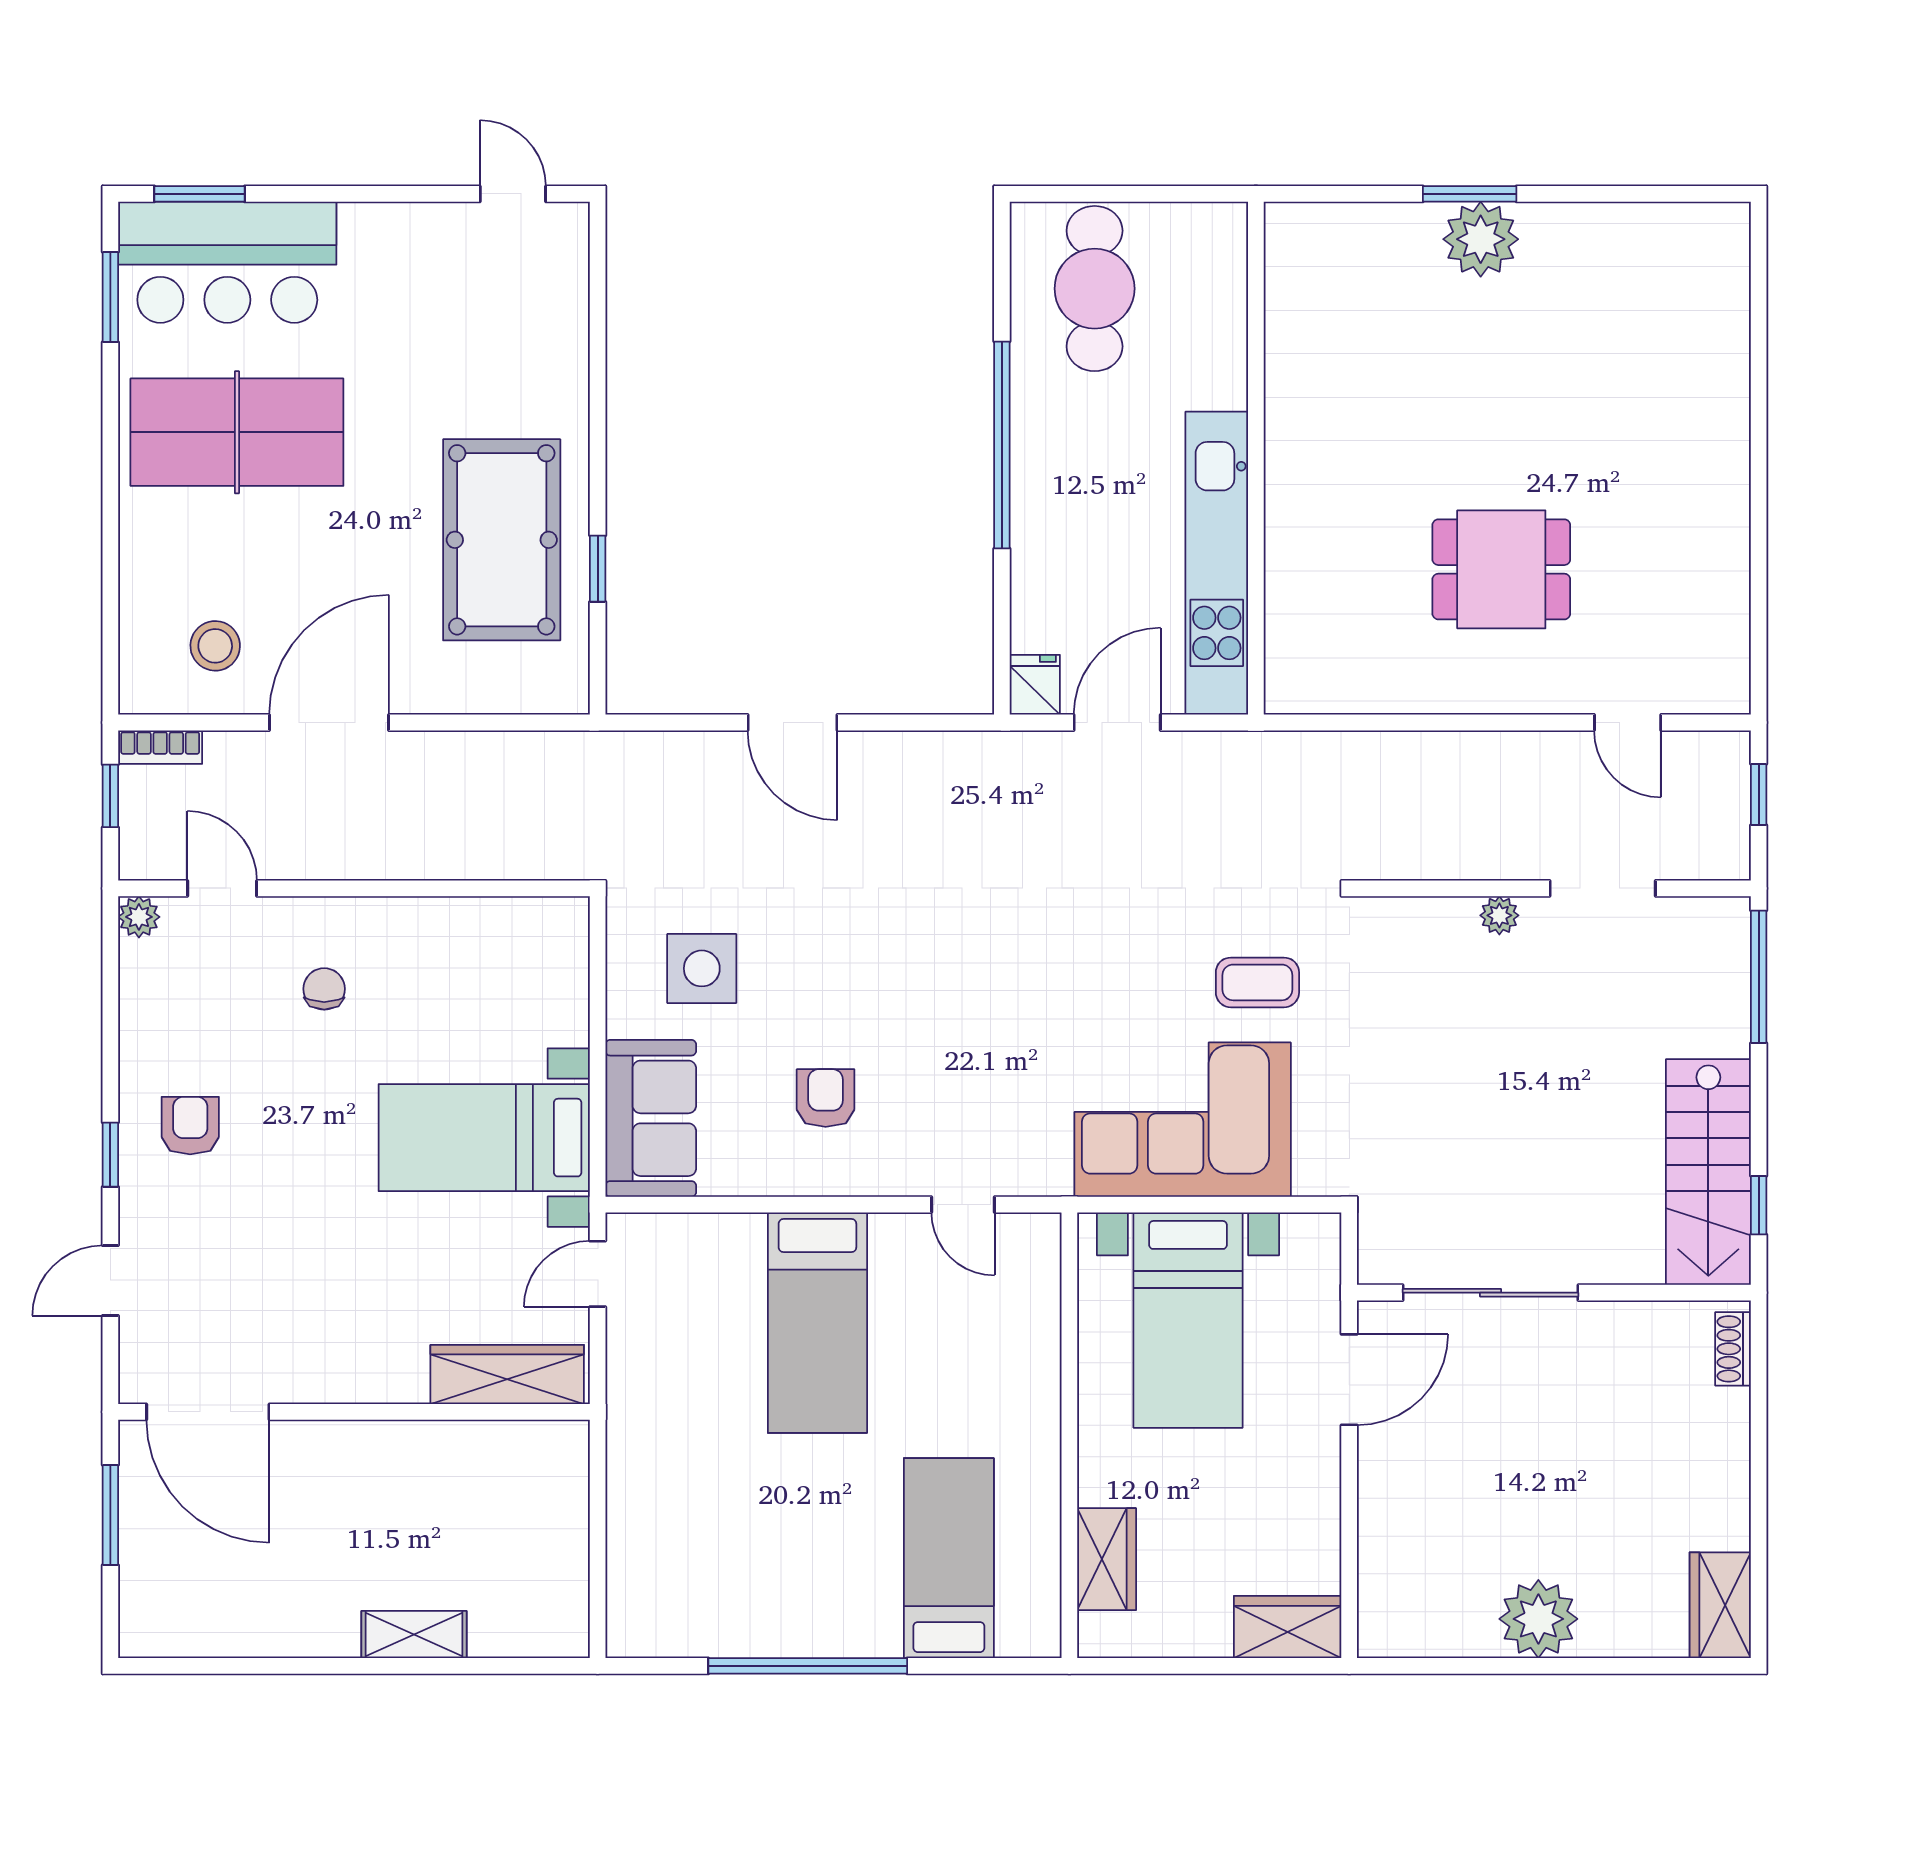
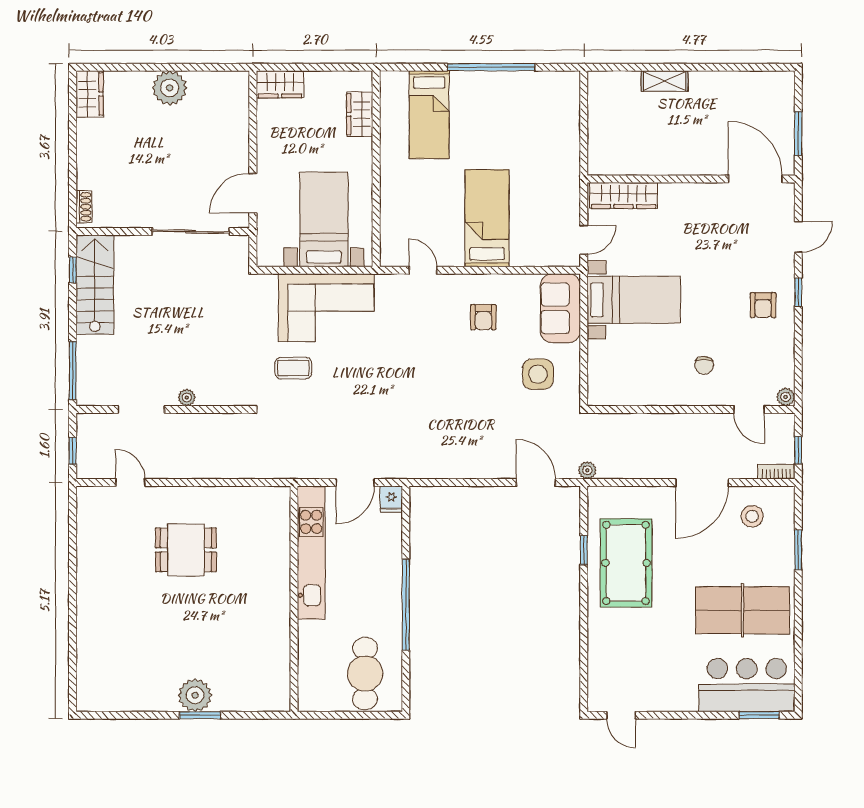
window: (110, 297) -> (798, 550), moved
door: (793, 723) -> (536, 482), moved
plant: (590, 750) -> (587, 470), added

